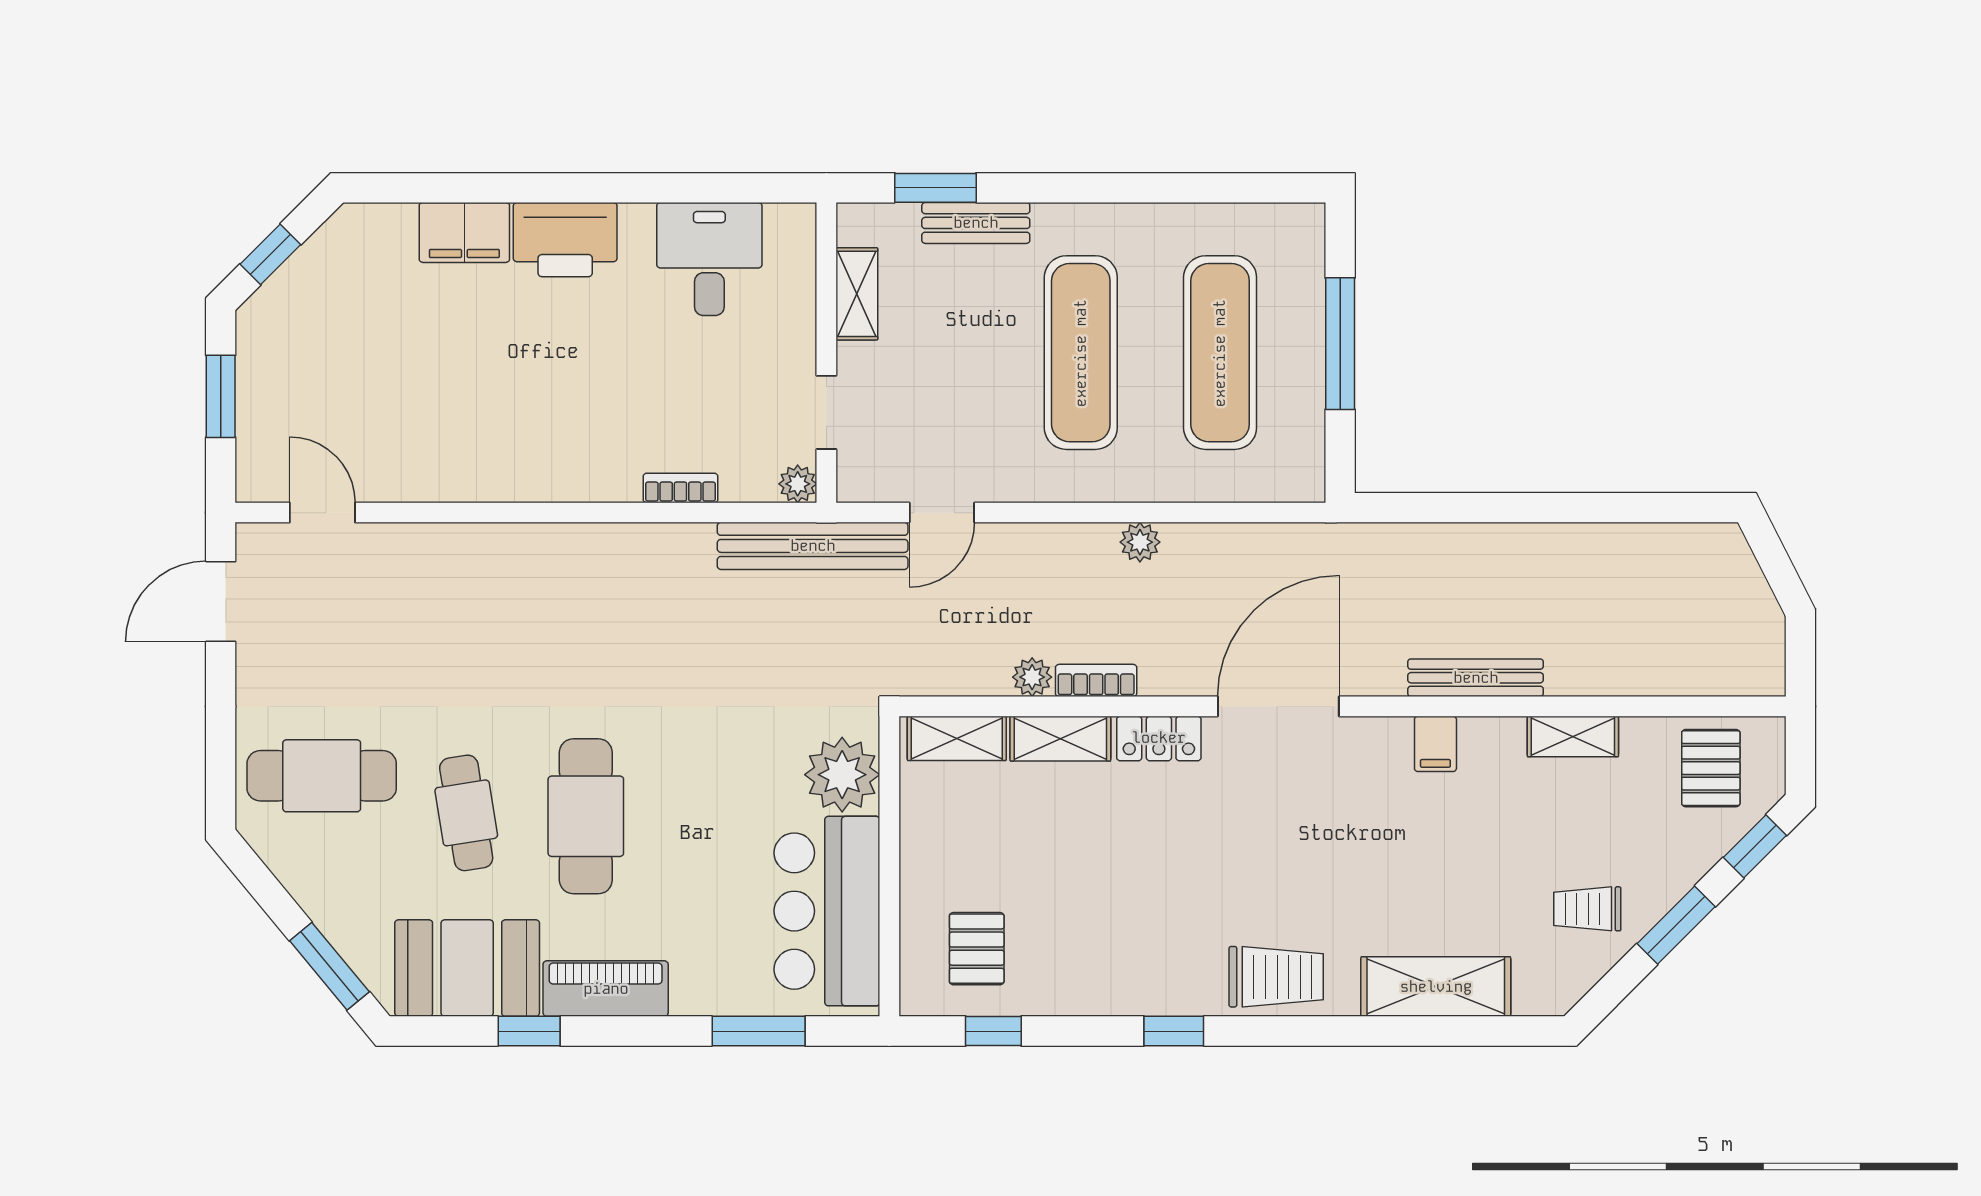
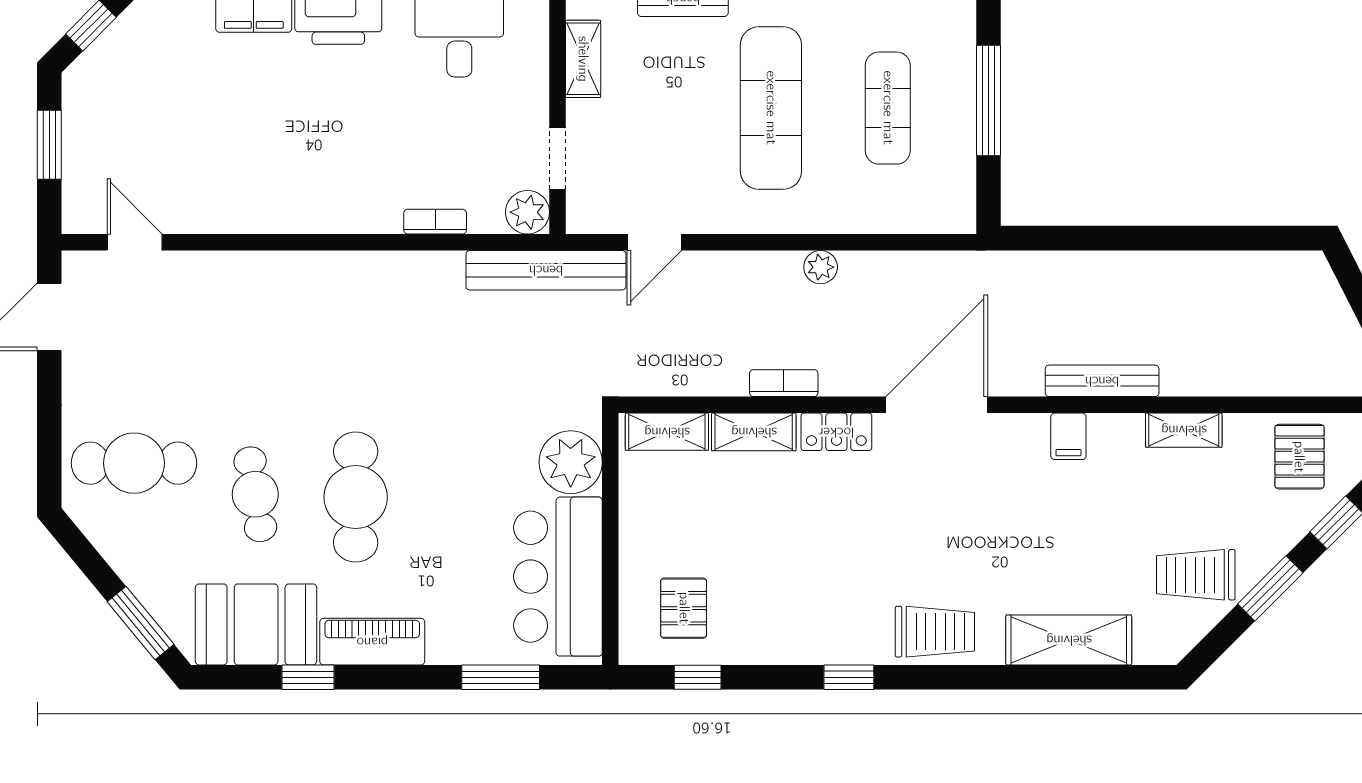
exercise mat: (1220, 353) -> (888, 108), width x0.73, depth x0.69
plant: (798, 484) -> (527, 212), width x1.38, depth x1.38
plant: (1032, 677) -> (730, 380), removed
trolley: (1587, 909) -> (1196, 575), width x1.36, depth x1.39

